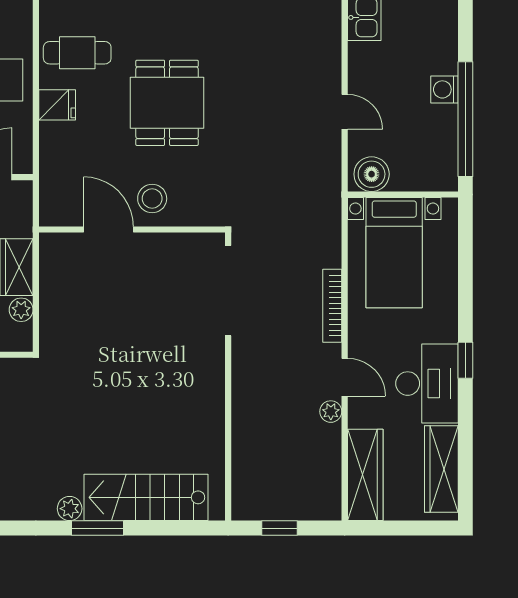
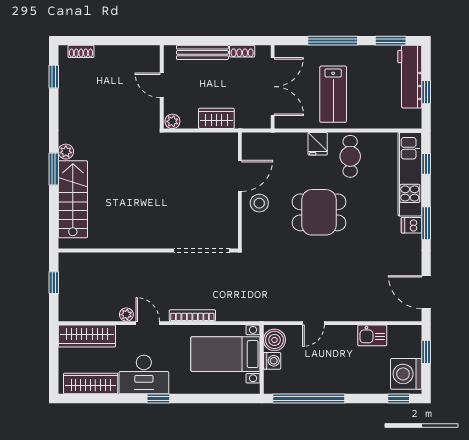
washing machine: (445, 89) -> (272, 361), moved, turned 90
plant: (21, 310) -> (172, 121), moved
door: (345, 377) -> (148, 323), swing flipped

